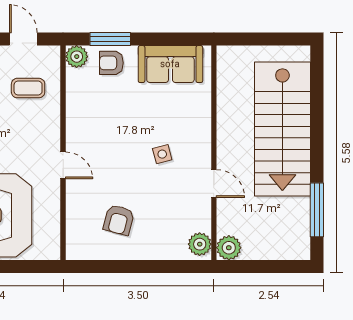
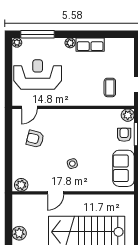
door: (63, 165) -> (29, 107), moved
plant: (229, 248) -> (19, 233), moved

